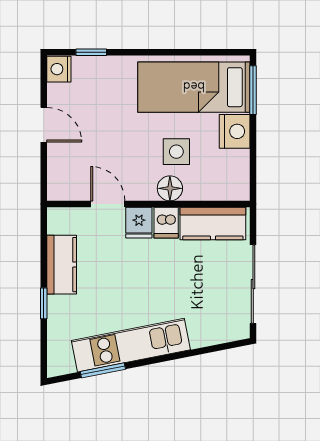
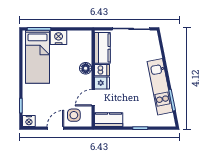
side table: (176, 152) -> (74, 115), moved
kitchen counter: (62, 265) -> (109, 120), moved

